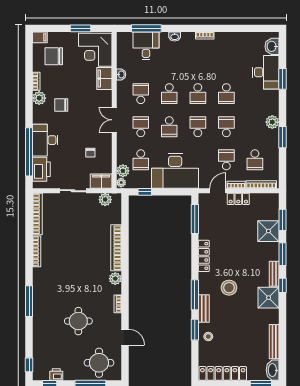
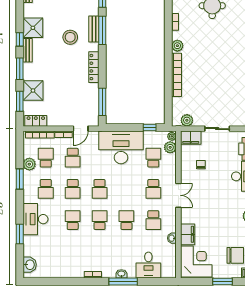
window: (80, 28) -> (222, 282), moved
window: (146, 28) -> (123, 282), moved
desk: (266, 72) -> (35, 219), moved
chair: (61, 105) -> (228, 209), removed
plant: (272, 122) -> (29, 164), moved
school desk: (169, 127) -> (46, 189), moved, turned 180
locker: (238, 199) -> (36, 121), moved
bench: (204, 309) -> (94, 29), moved

